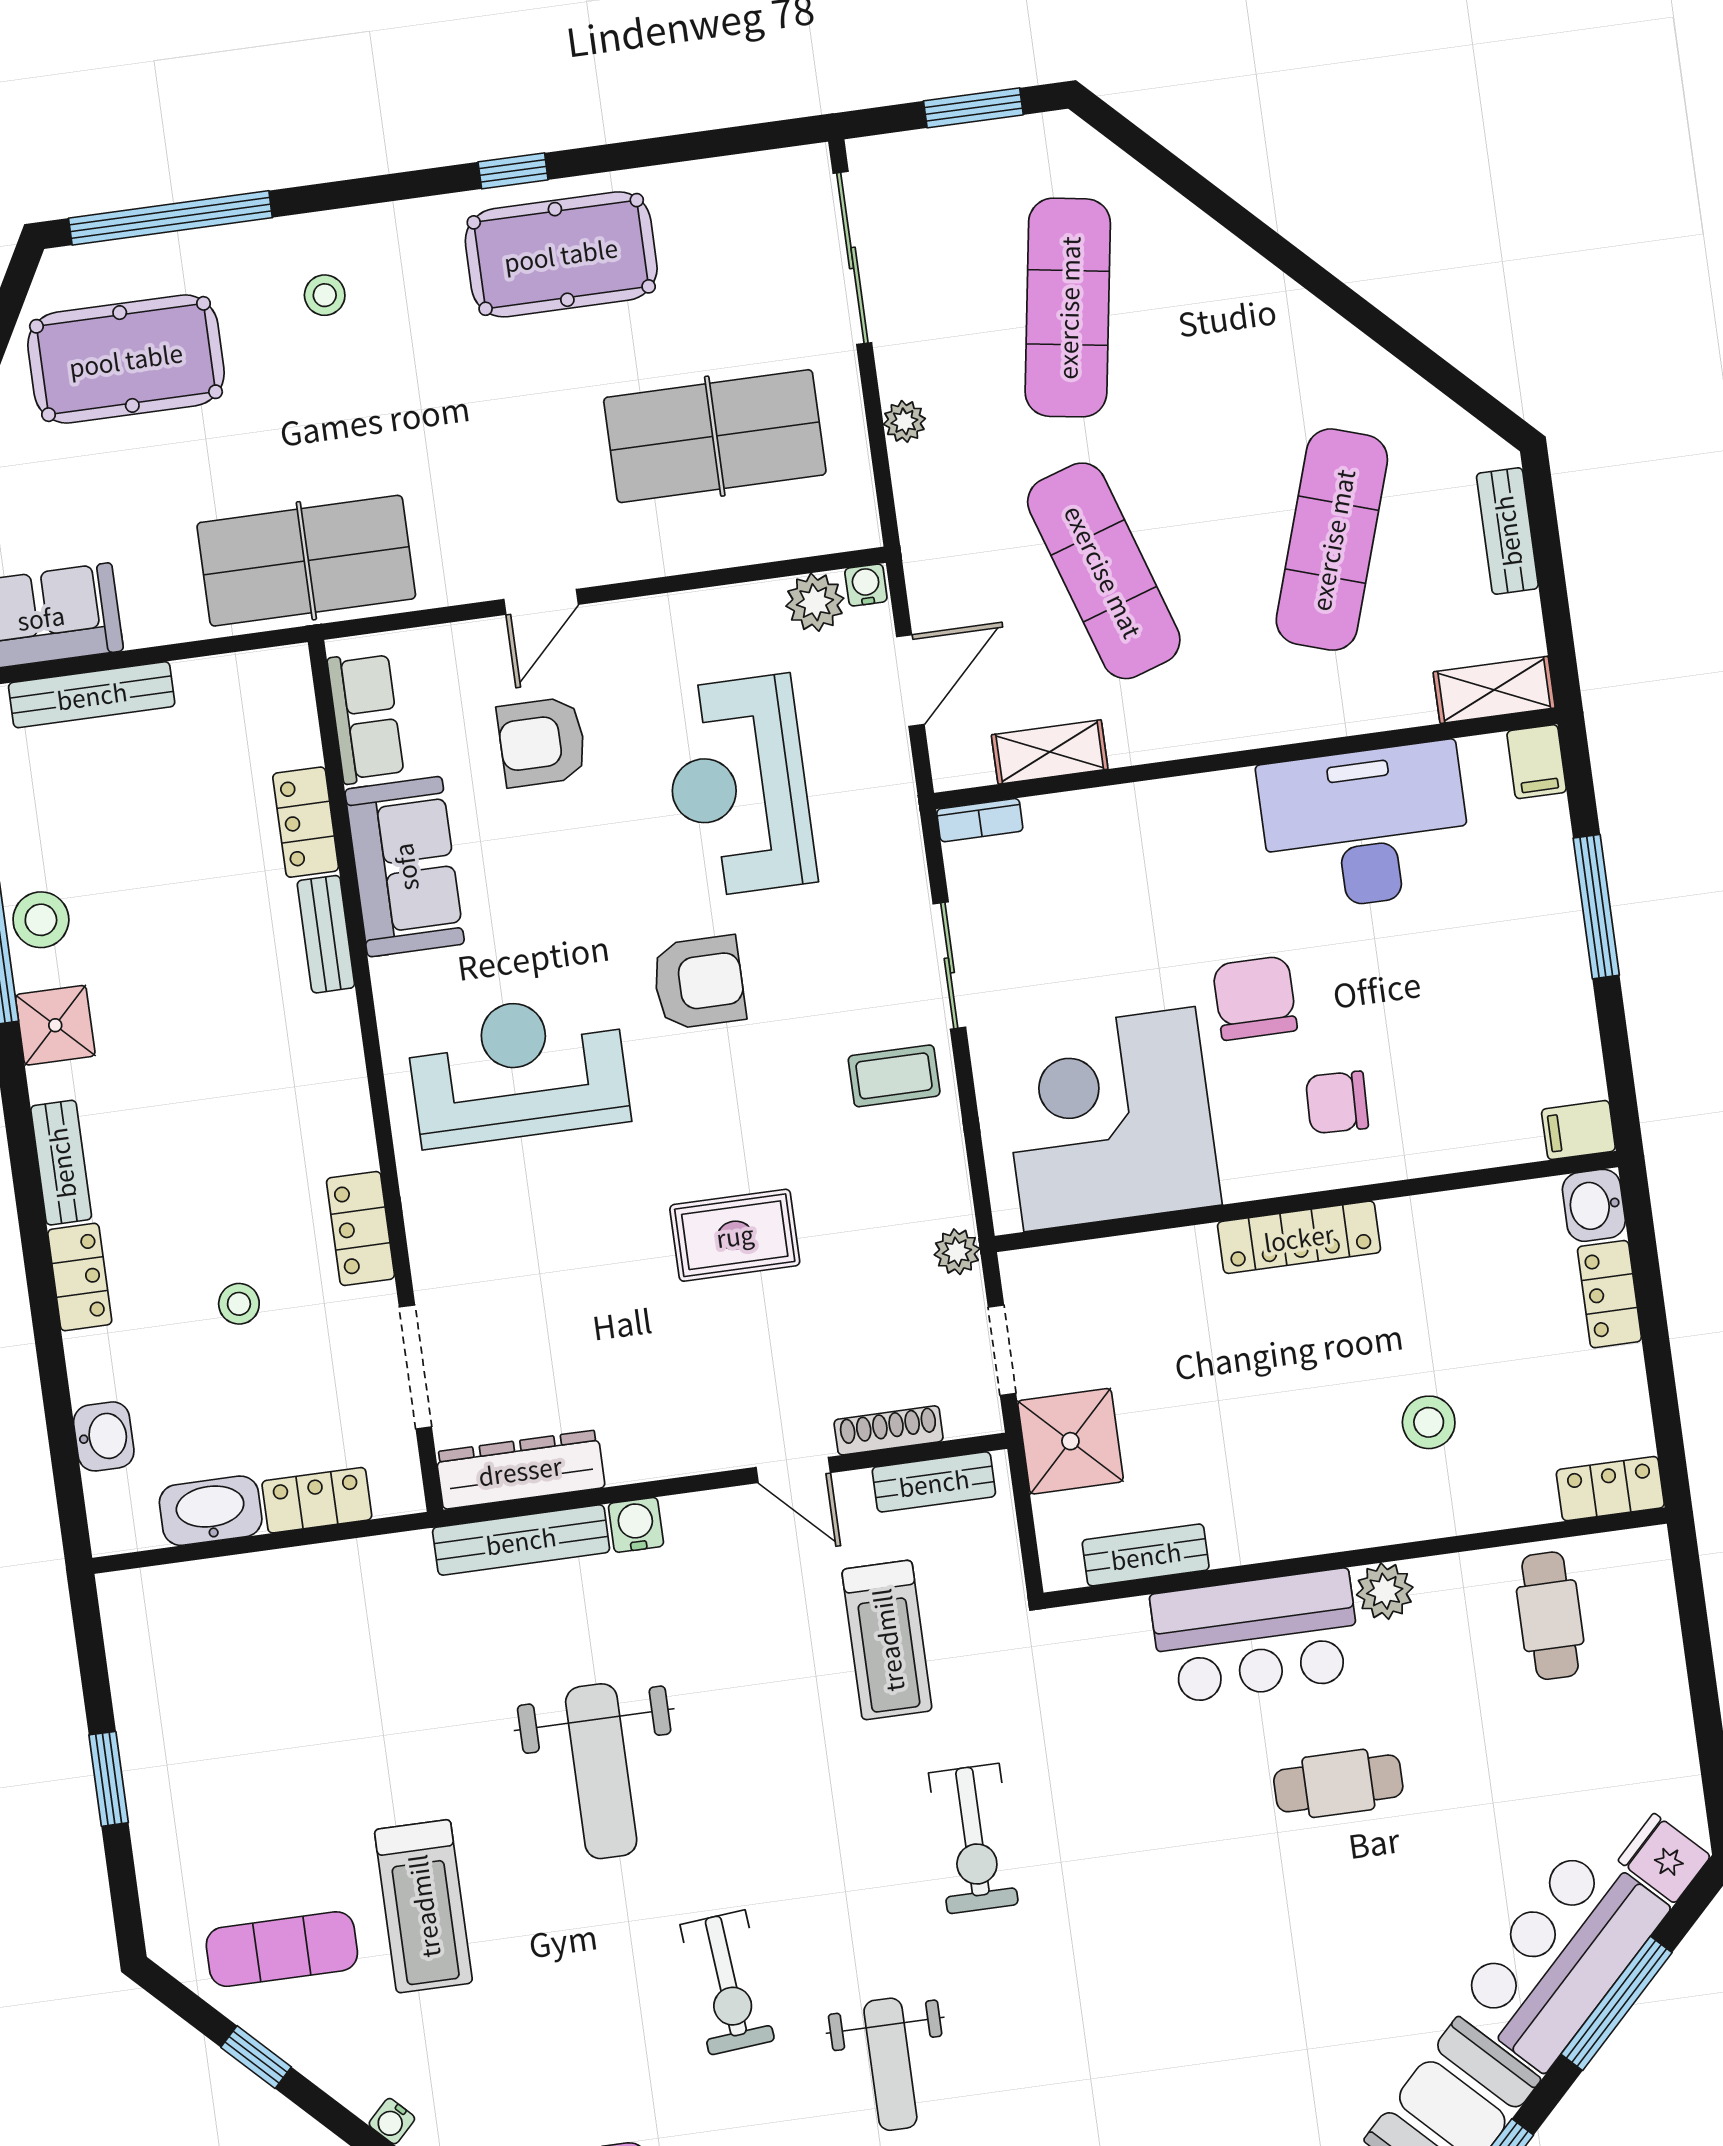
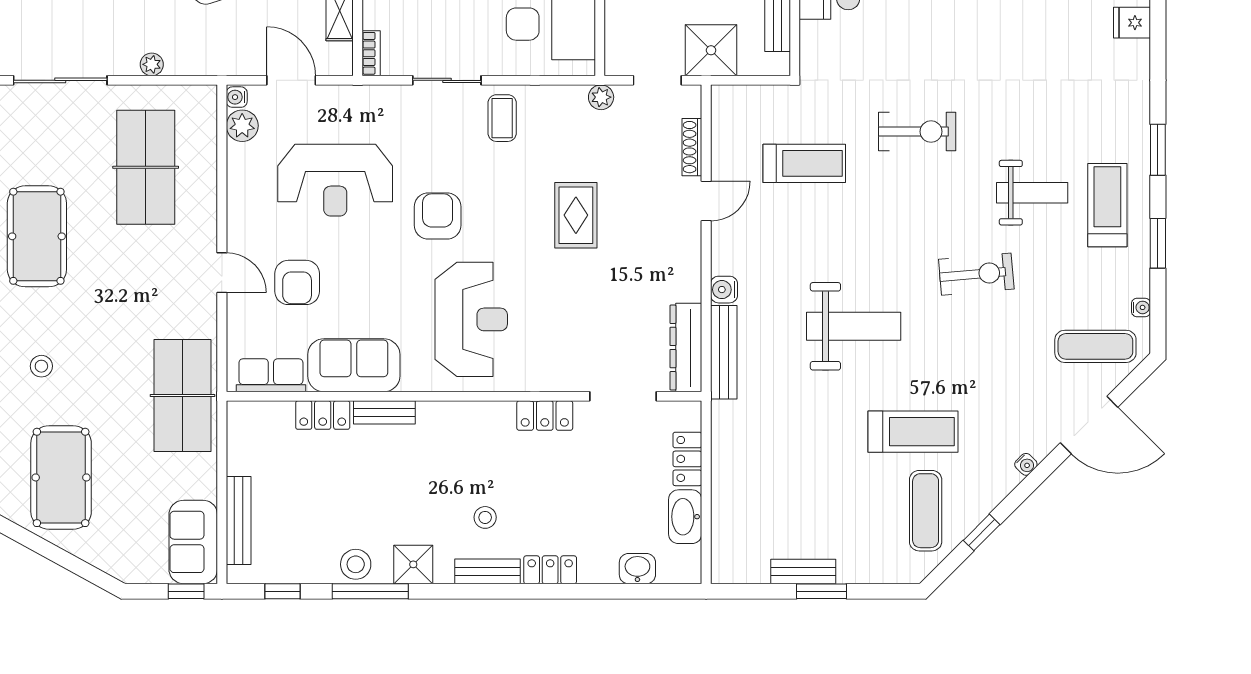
reception desk: (518, 1070) -> (471, 319), turned 180
stool: (239, 1304) -> (485, 517), moved
bench: (934, 1482) -> (803, 571), moved, turned 90

